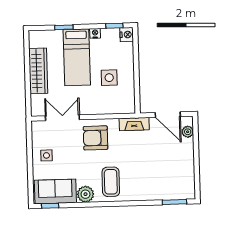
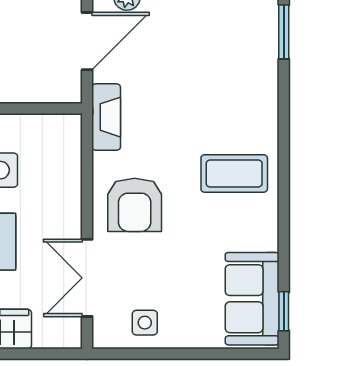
side table: (46, 155) -> (145, 323), moved
plant: (86, 194) -> (260, 231), removed

